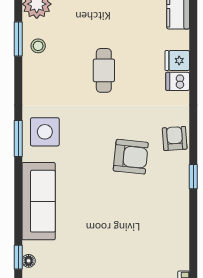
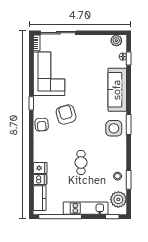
dishwasher: (178, 81) -> (40, 180), moved
armchair: (131, 157) -> (66, 114), turned 68
corner sofa: (161, 230) -> (49, 74), added

